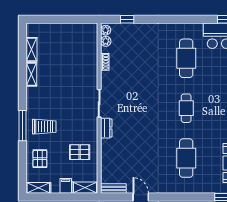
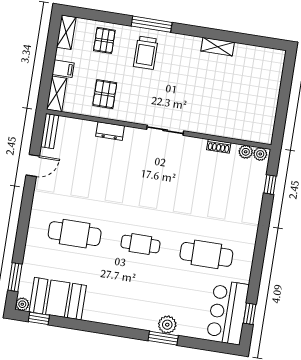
shelving: (31, 49) -> (250, 52), removed
dresser: (106, 128) -> (110, 131), moved
pallet: (40, 159) -> (104, 40), turned 90

